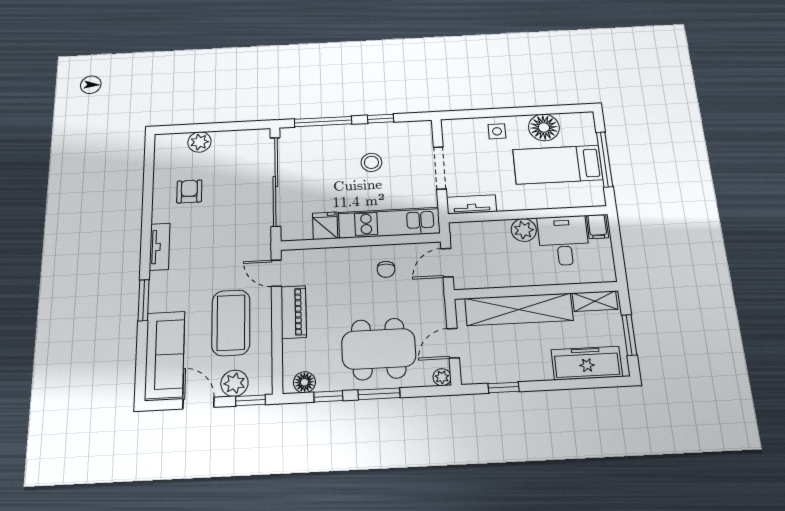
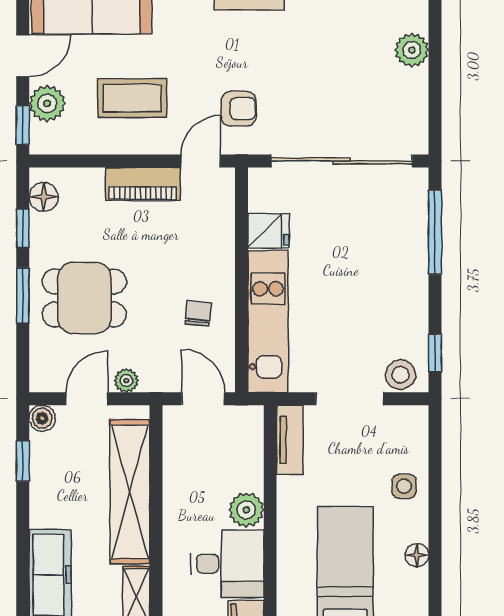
window: (381, 119) -> (435, 353), moved
floor lamp: (544, 127) -> (417, 555), width x0.53, depth x0.53
stool: (371, 162) -> (400, 375), moved
armchair: (189, 191) -> (239, 109), moved
chair: (386, 269) -> (198, 313), turned 91
coffee table: (231, 323) -> (132, 98), width x0.73, depth x0.76
door: (453, 343) -> (87, 399), hinge flipped
dining table: (379, 349) -> (84, 298), width x0.73
boiler: (470, 375) -> (42, 418), added
plant: (442, 377) -> (126, 381), moved

